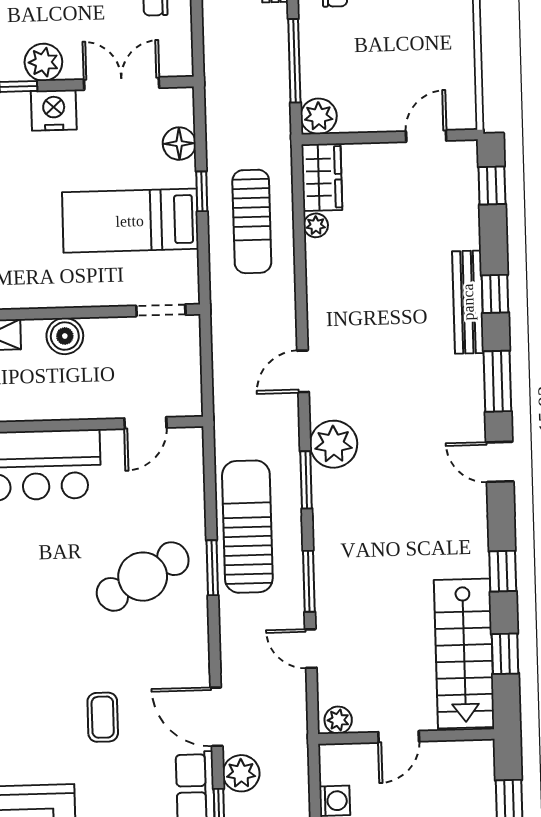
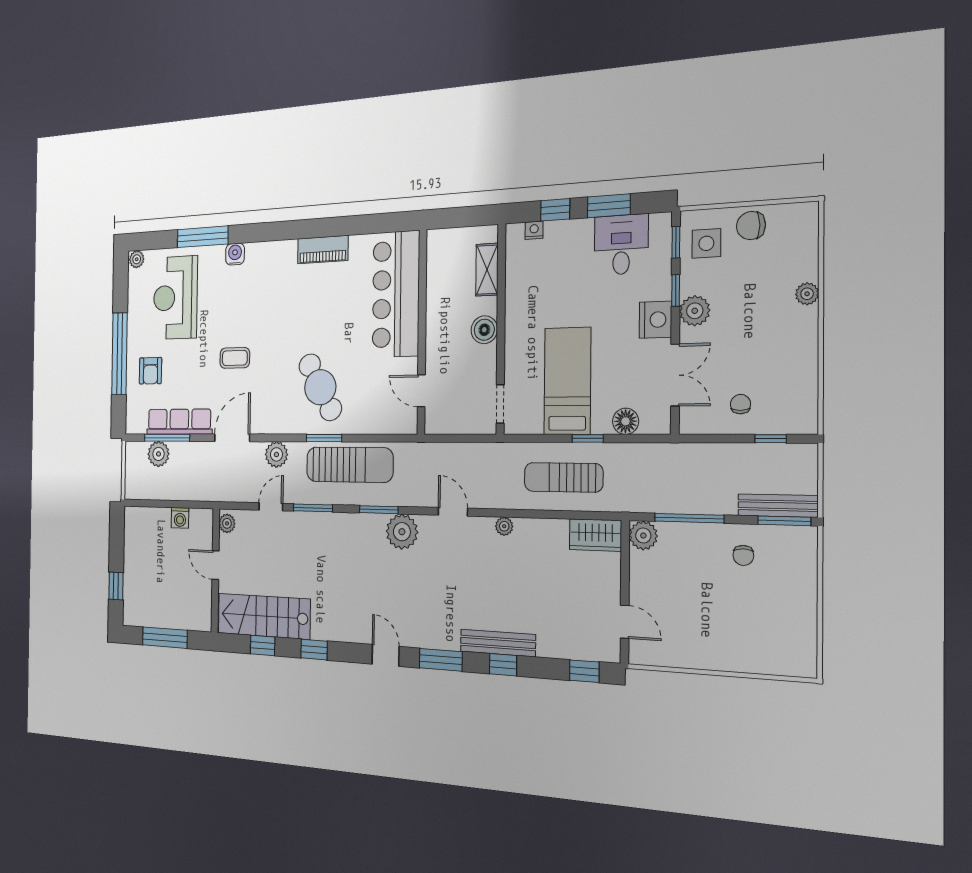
plant: (316, 225) -> (504, 526), moved
door: (500, 462) -> (386, 655), hinge flipped
plant: (241, 773) -> (276, 454), moved

